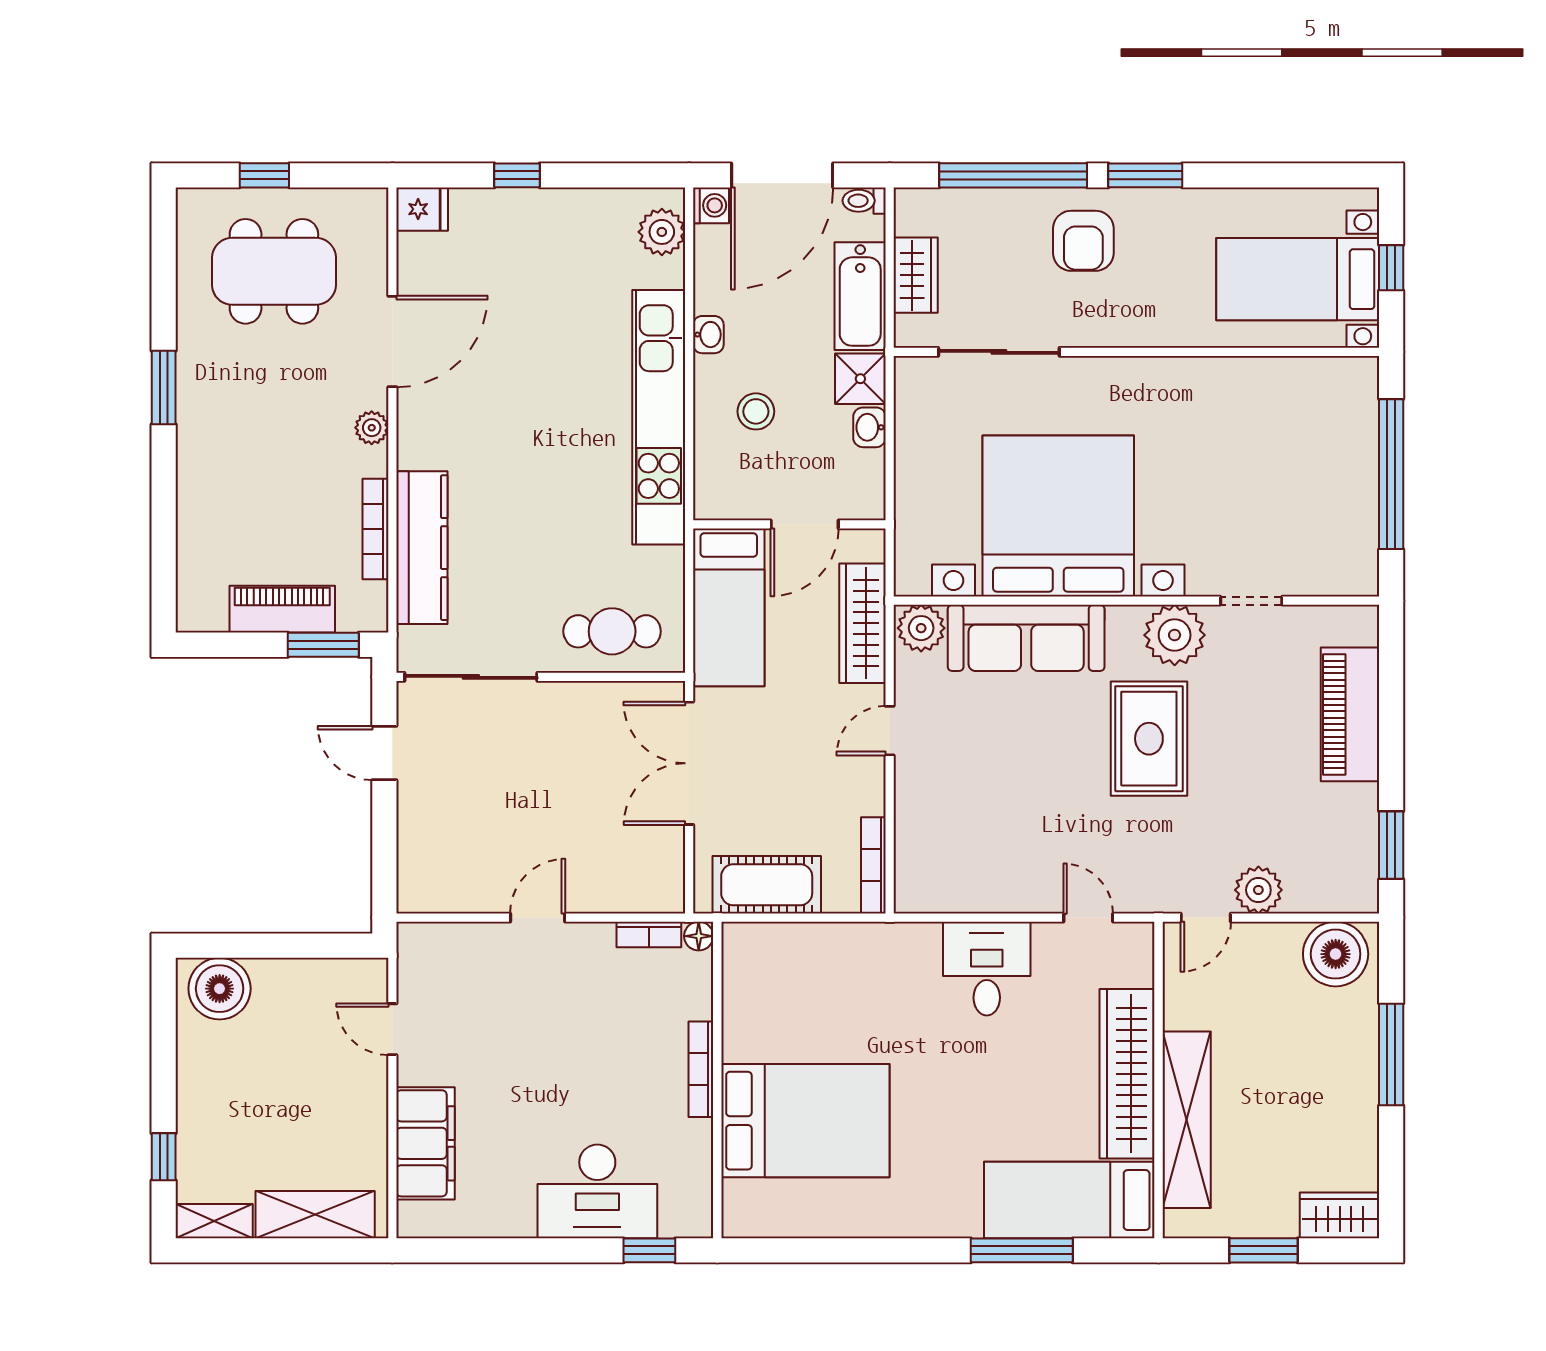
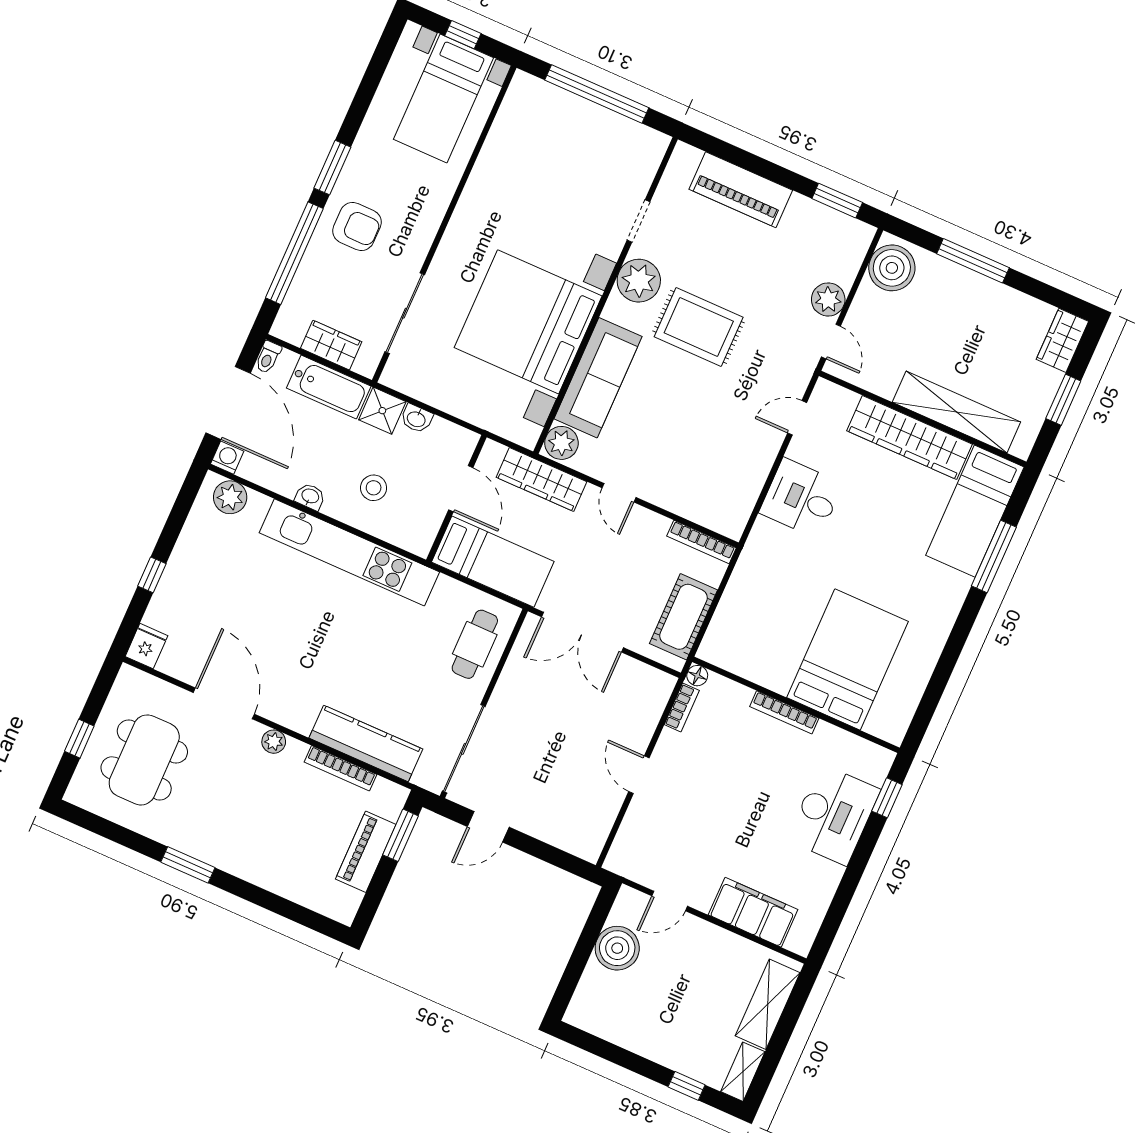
boiler: (220, 989) -> (617, 948), moved

